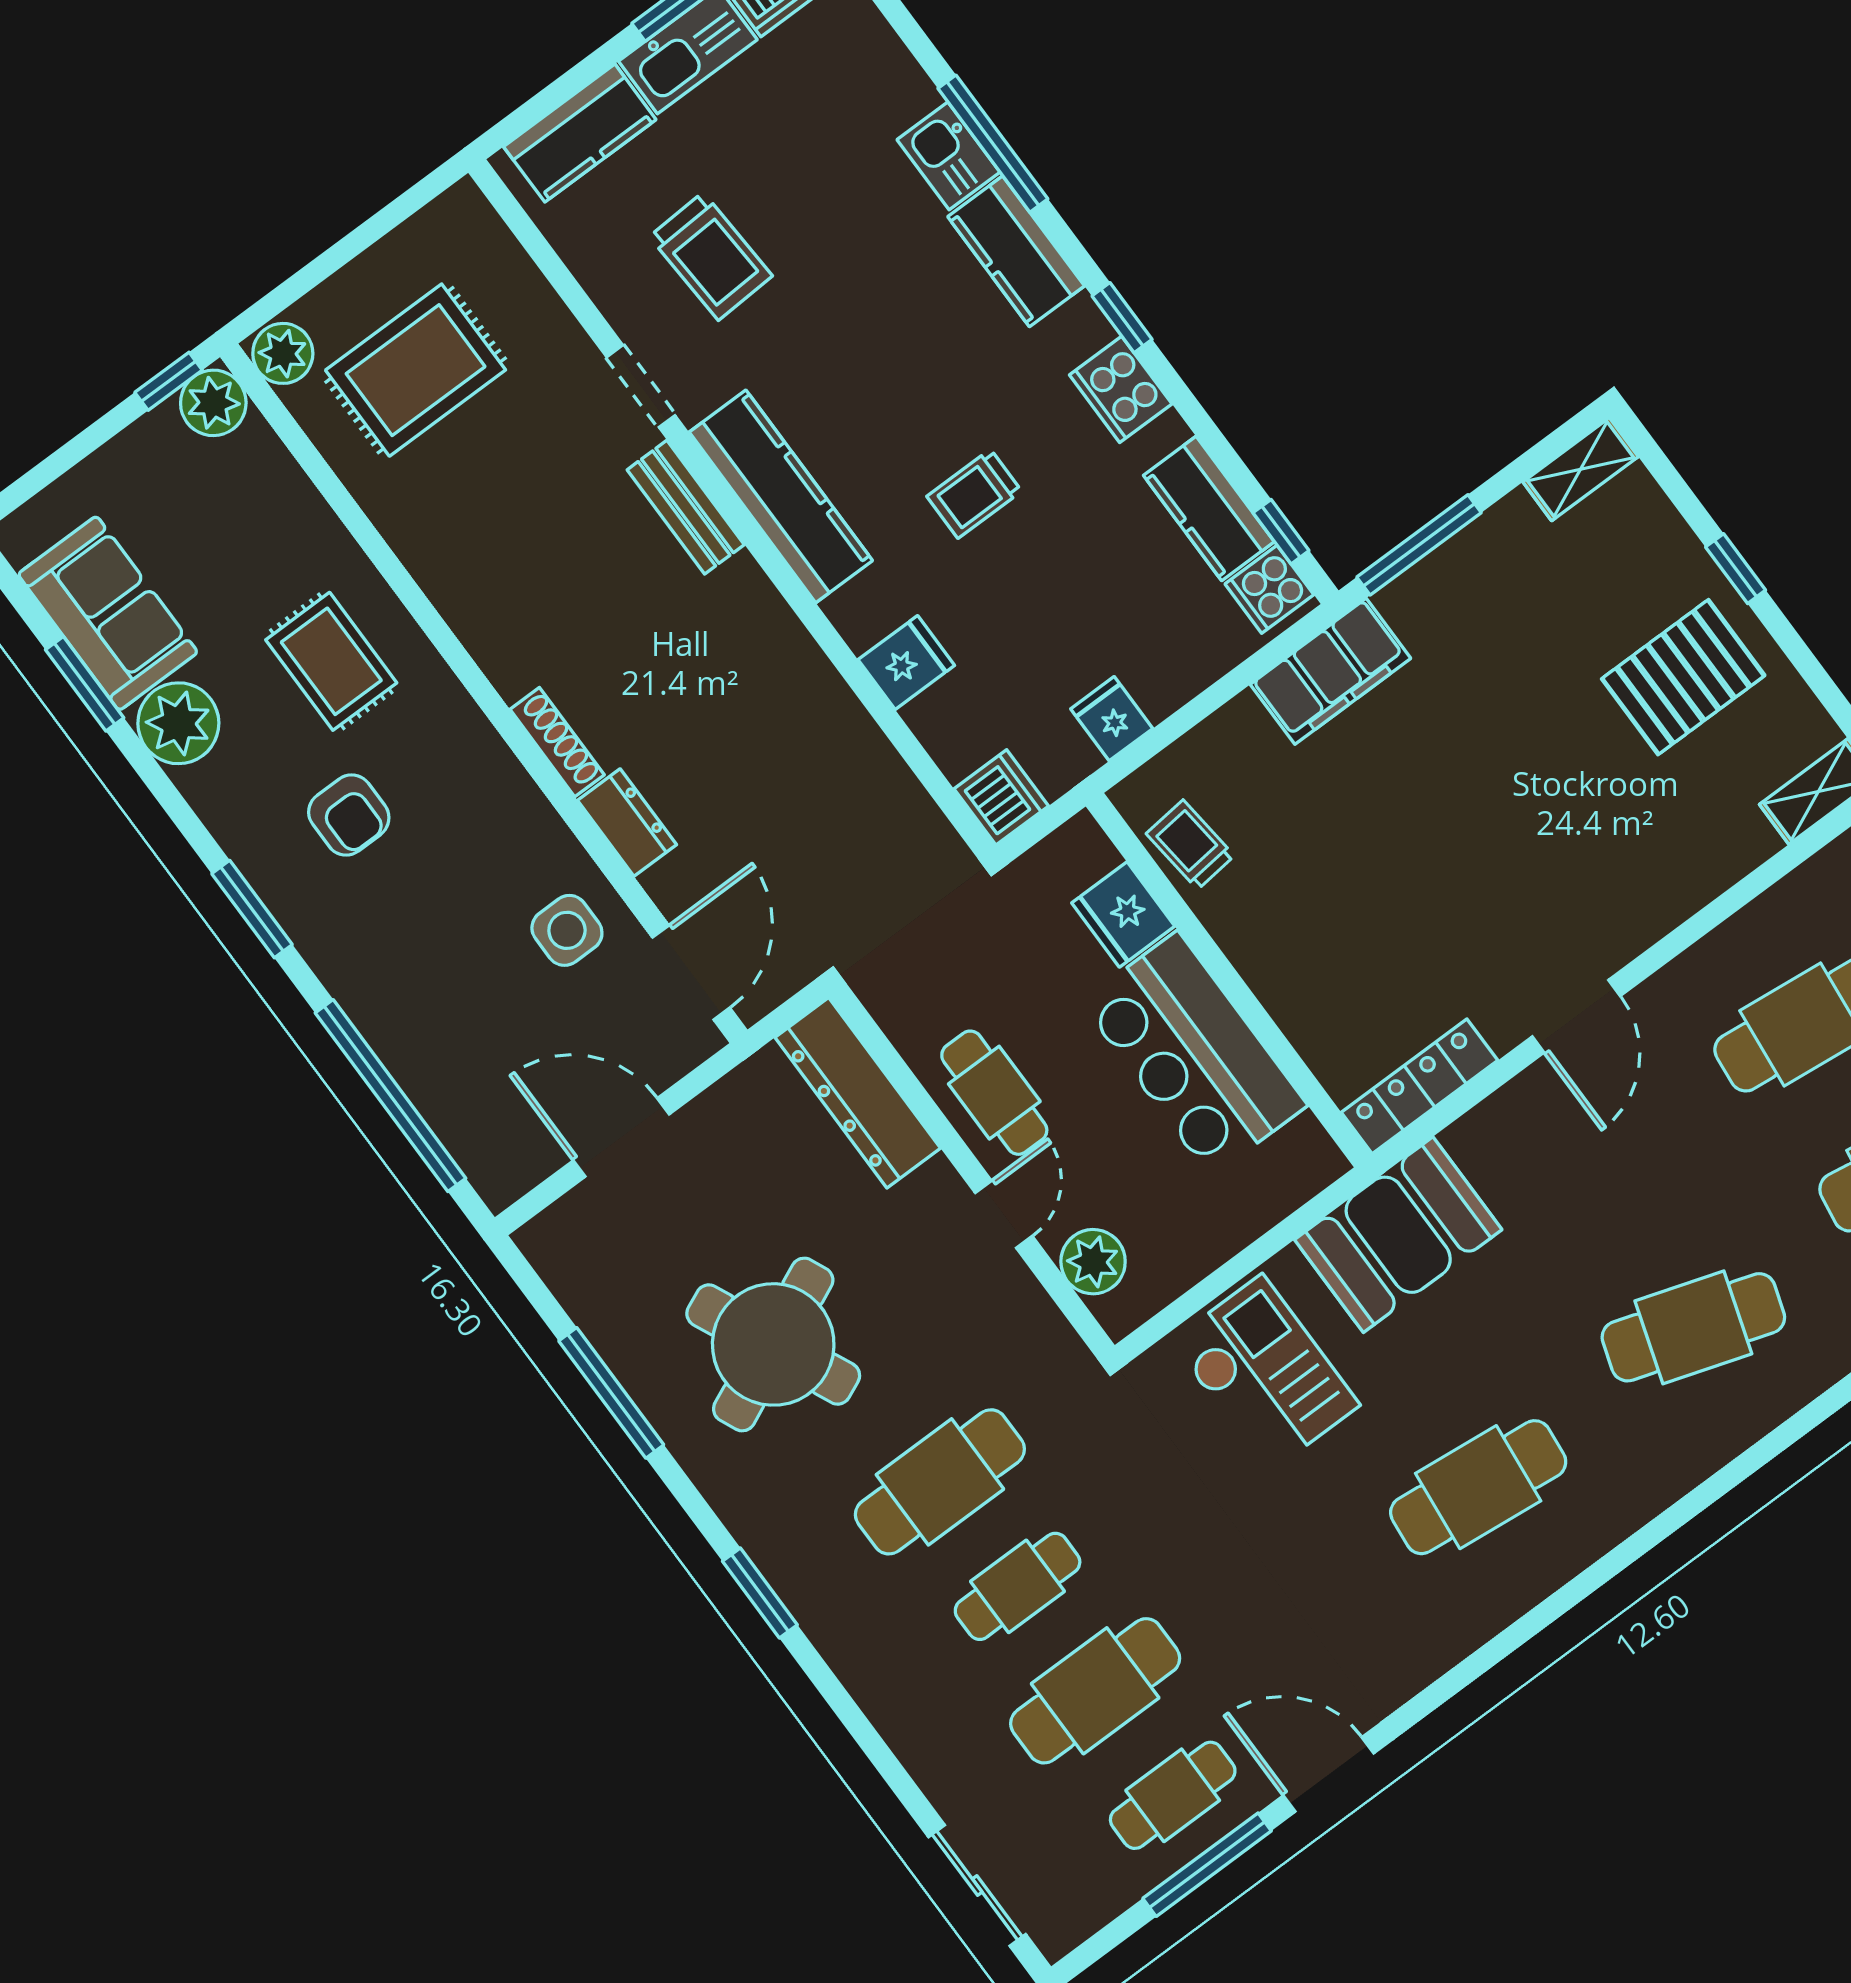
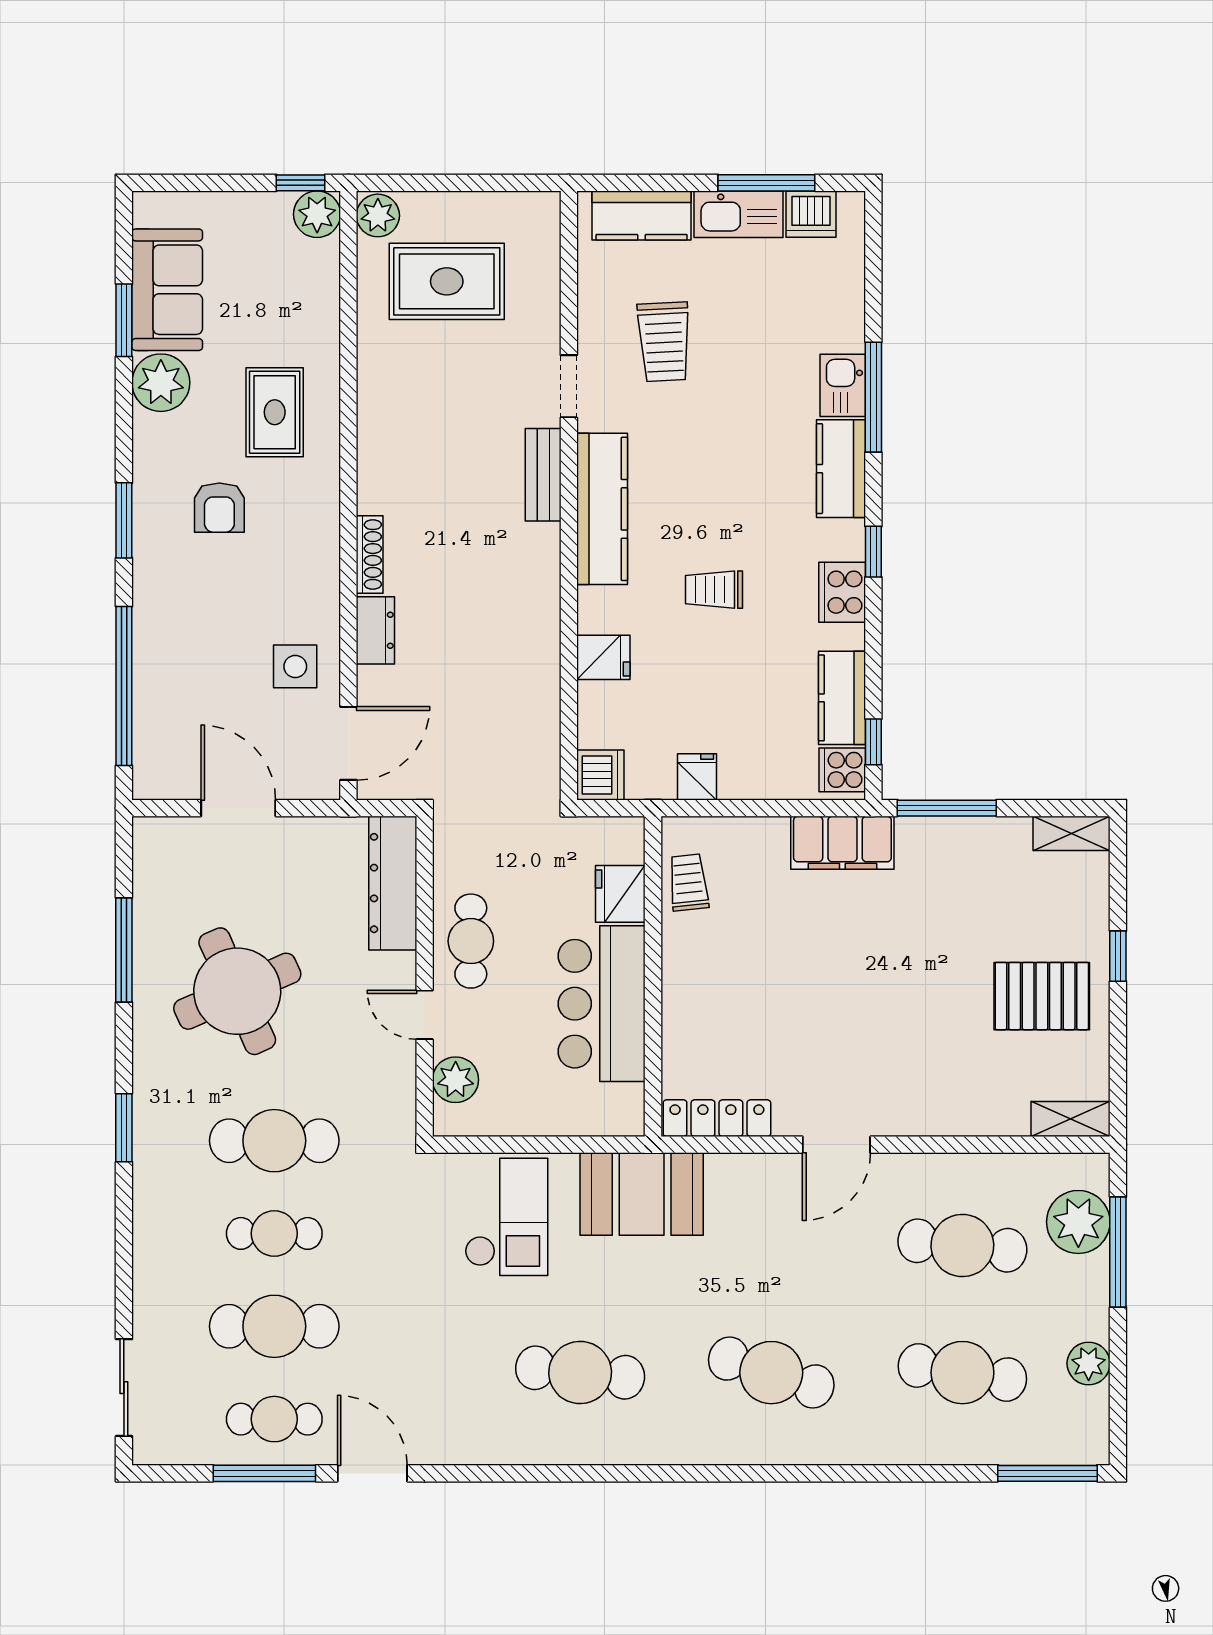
door: (1004, 1214) -> (425, 1015), swing flipped

